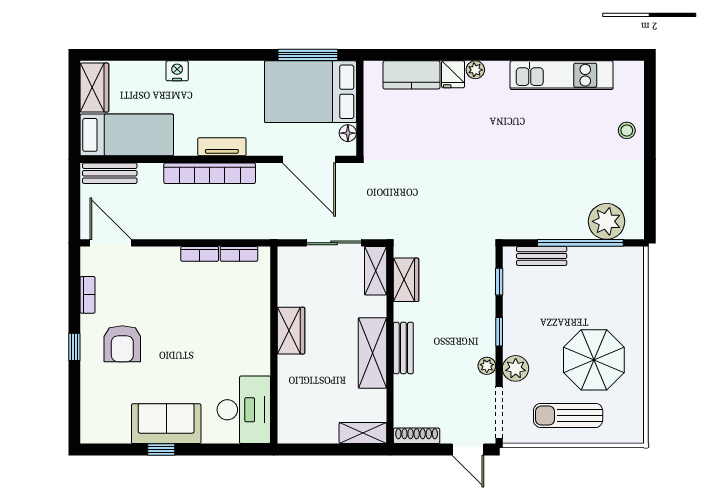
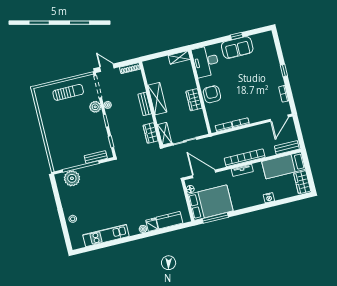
door: (111, 243) -> (279, 118), hinge flipped
armchair: (122, 344) -> (212, 94), moved
parasol: (594, 360) -> (63, 119), removed
shelving: (363, 433) -> (179, 57), moved

